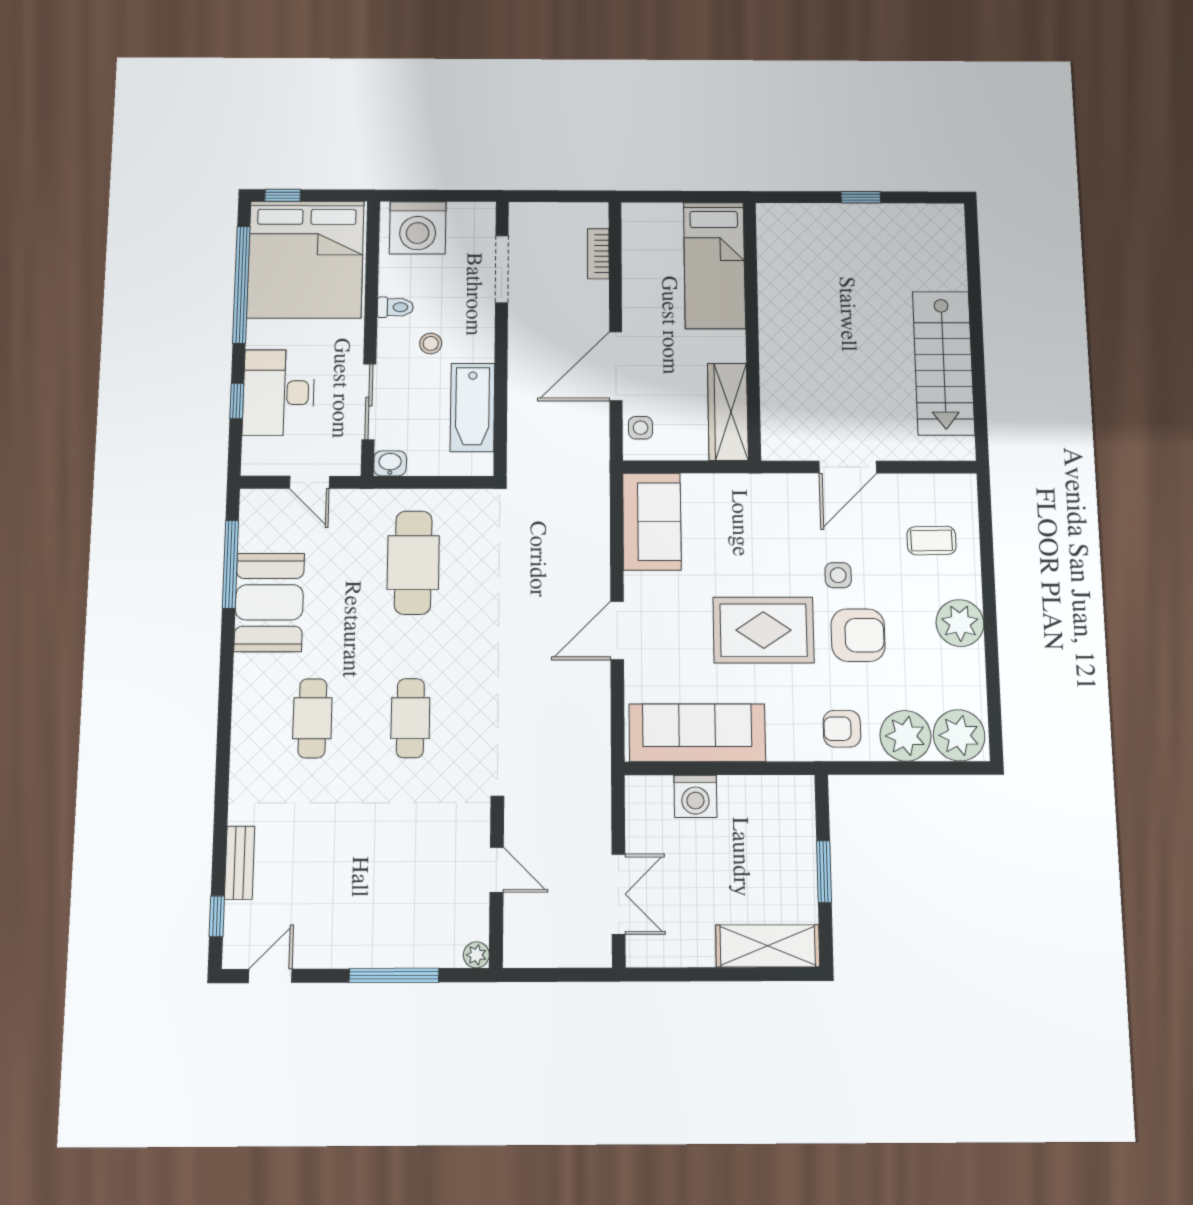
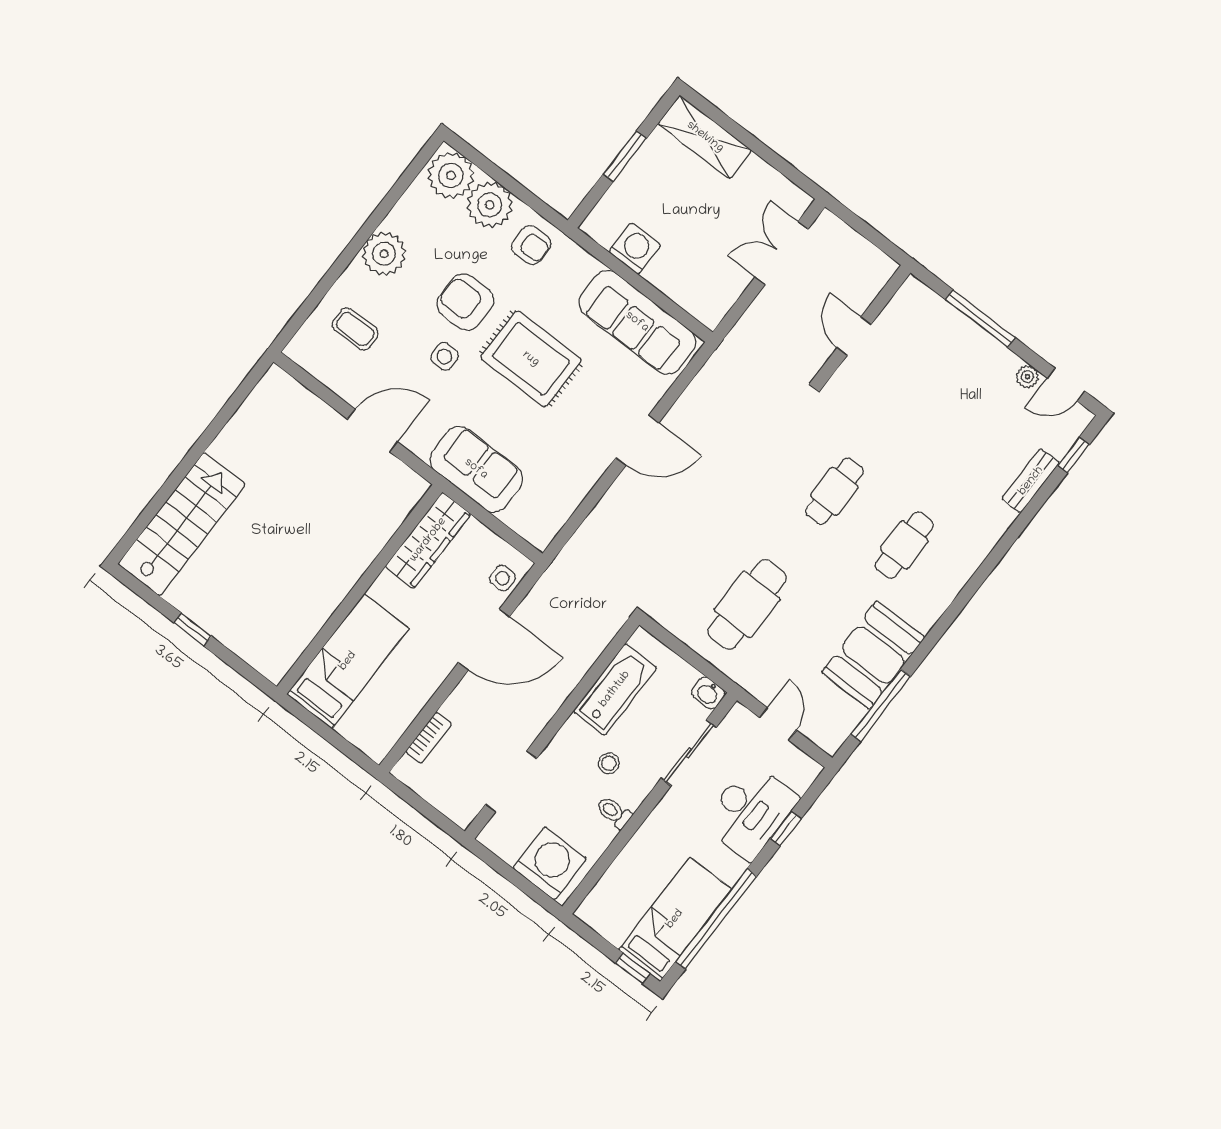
bed: (306, 259) -> (675, 919), width x0.49
stairs: (943, 363) -> (182, 524), moved
sofa: (652, 522) -> (476, 469), moved, turned 90
washing machine: (695, 796) -> (635, 248), moved
plant: (476, 955) -> (1027, 377), moved

